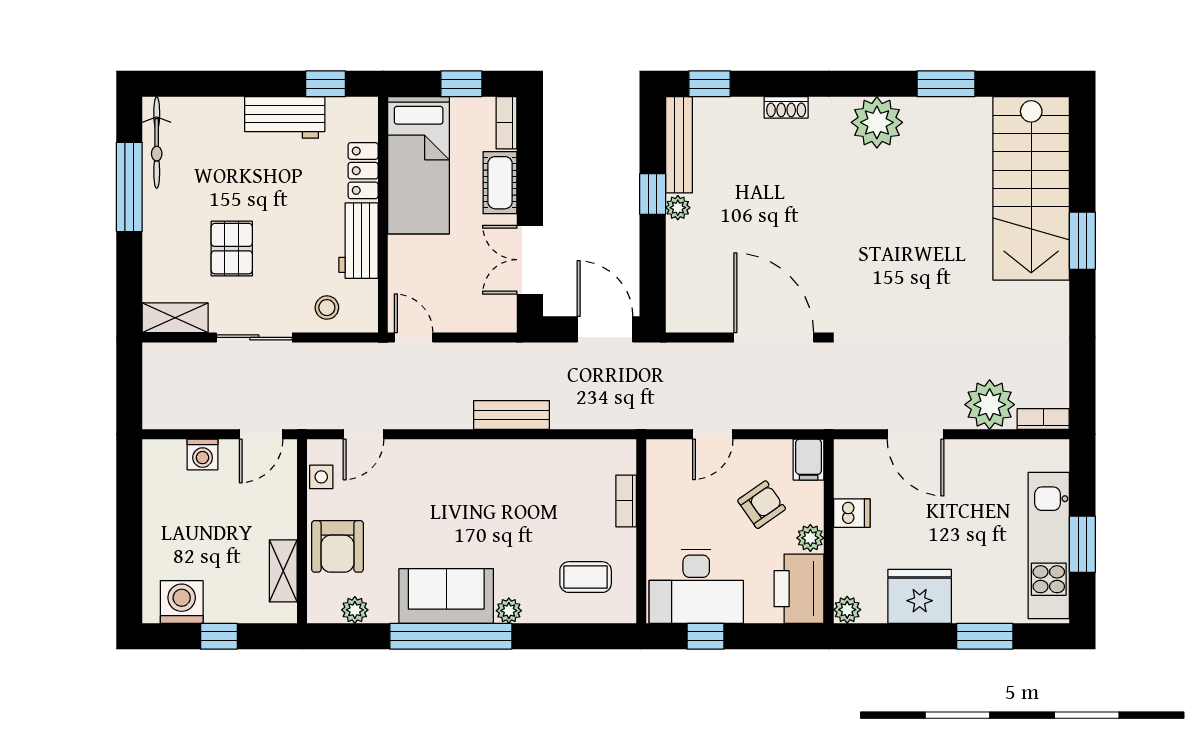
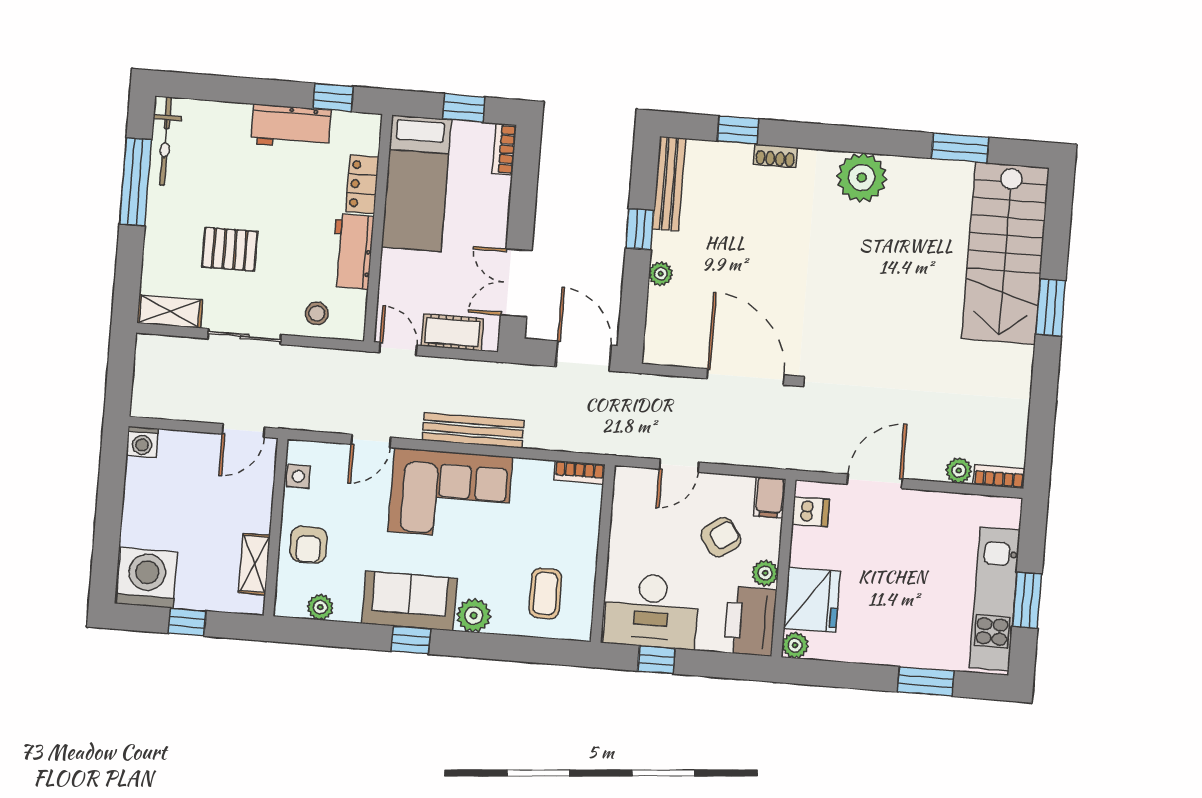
window: (709, 84) -> (738, 130), moved
window: (946, 84) -> (960, 148), moved
cot: (500, 183) -> (452, 332), moved, turned 90
plant: (678, 208) -> (661, 274), moved
pallet: (232, 249) -> (230, 249), turned 90
plant: (990, 405) -> (959, 471), width x0.53, depth x0.53
bench: (511, 415) -> (473, 430), width x1.36
door: (364, 434) -> (371, 441), moved
door: (915, 434) -> (875, 481), swing flipped
washing machine: (203, 454) -> (142, 442), moved
corner sofa: (479, 483) -> (450, 494), added
bookcase: (626, 501) -> (579, 472), moved, turned -90
dishwasher: (852, 513) -> (810, 512), moved
armchair: (338, 546) -> (309, 545), width x0.72, depth x0.72
coffee table: (586, 577) -> (545, 593), turned 90
fridge: (920, 596) -> (812, 600), moved, turned 90
washing machine: (182, 602) -> (147, 578), width x1.37, depth x1.37
plant: (509, 611) -> (474, 616), width x1.38, depth x1.38
window: (451, 636) -> (411, 640), width x0.32

